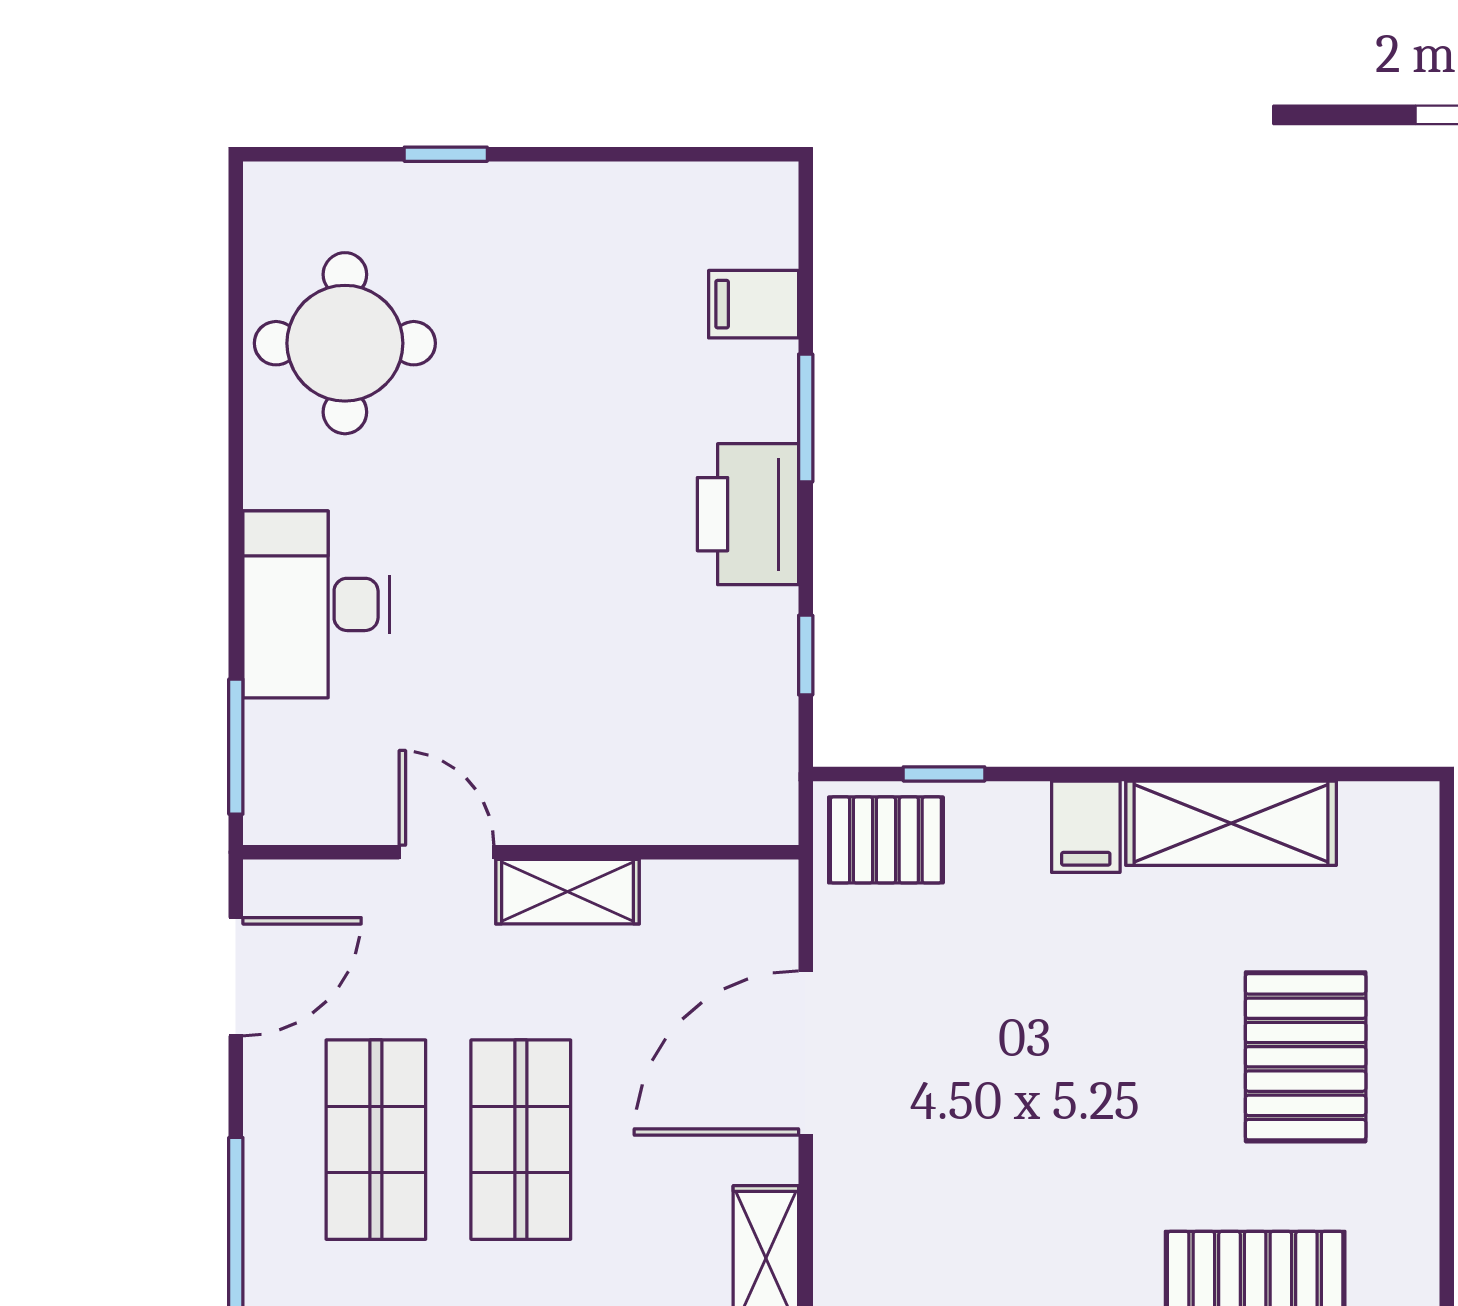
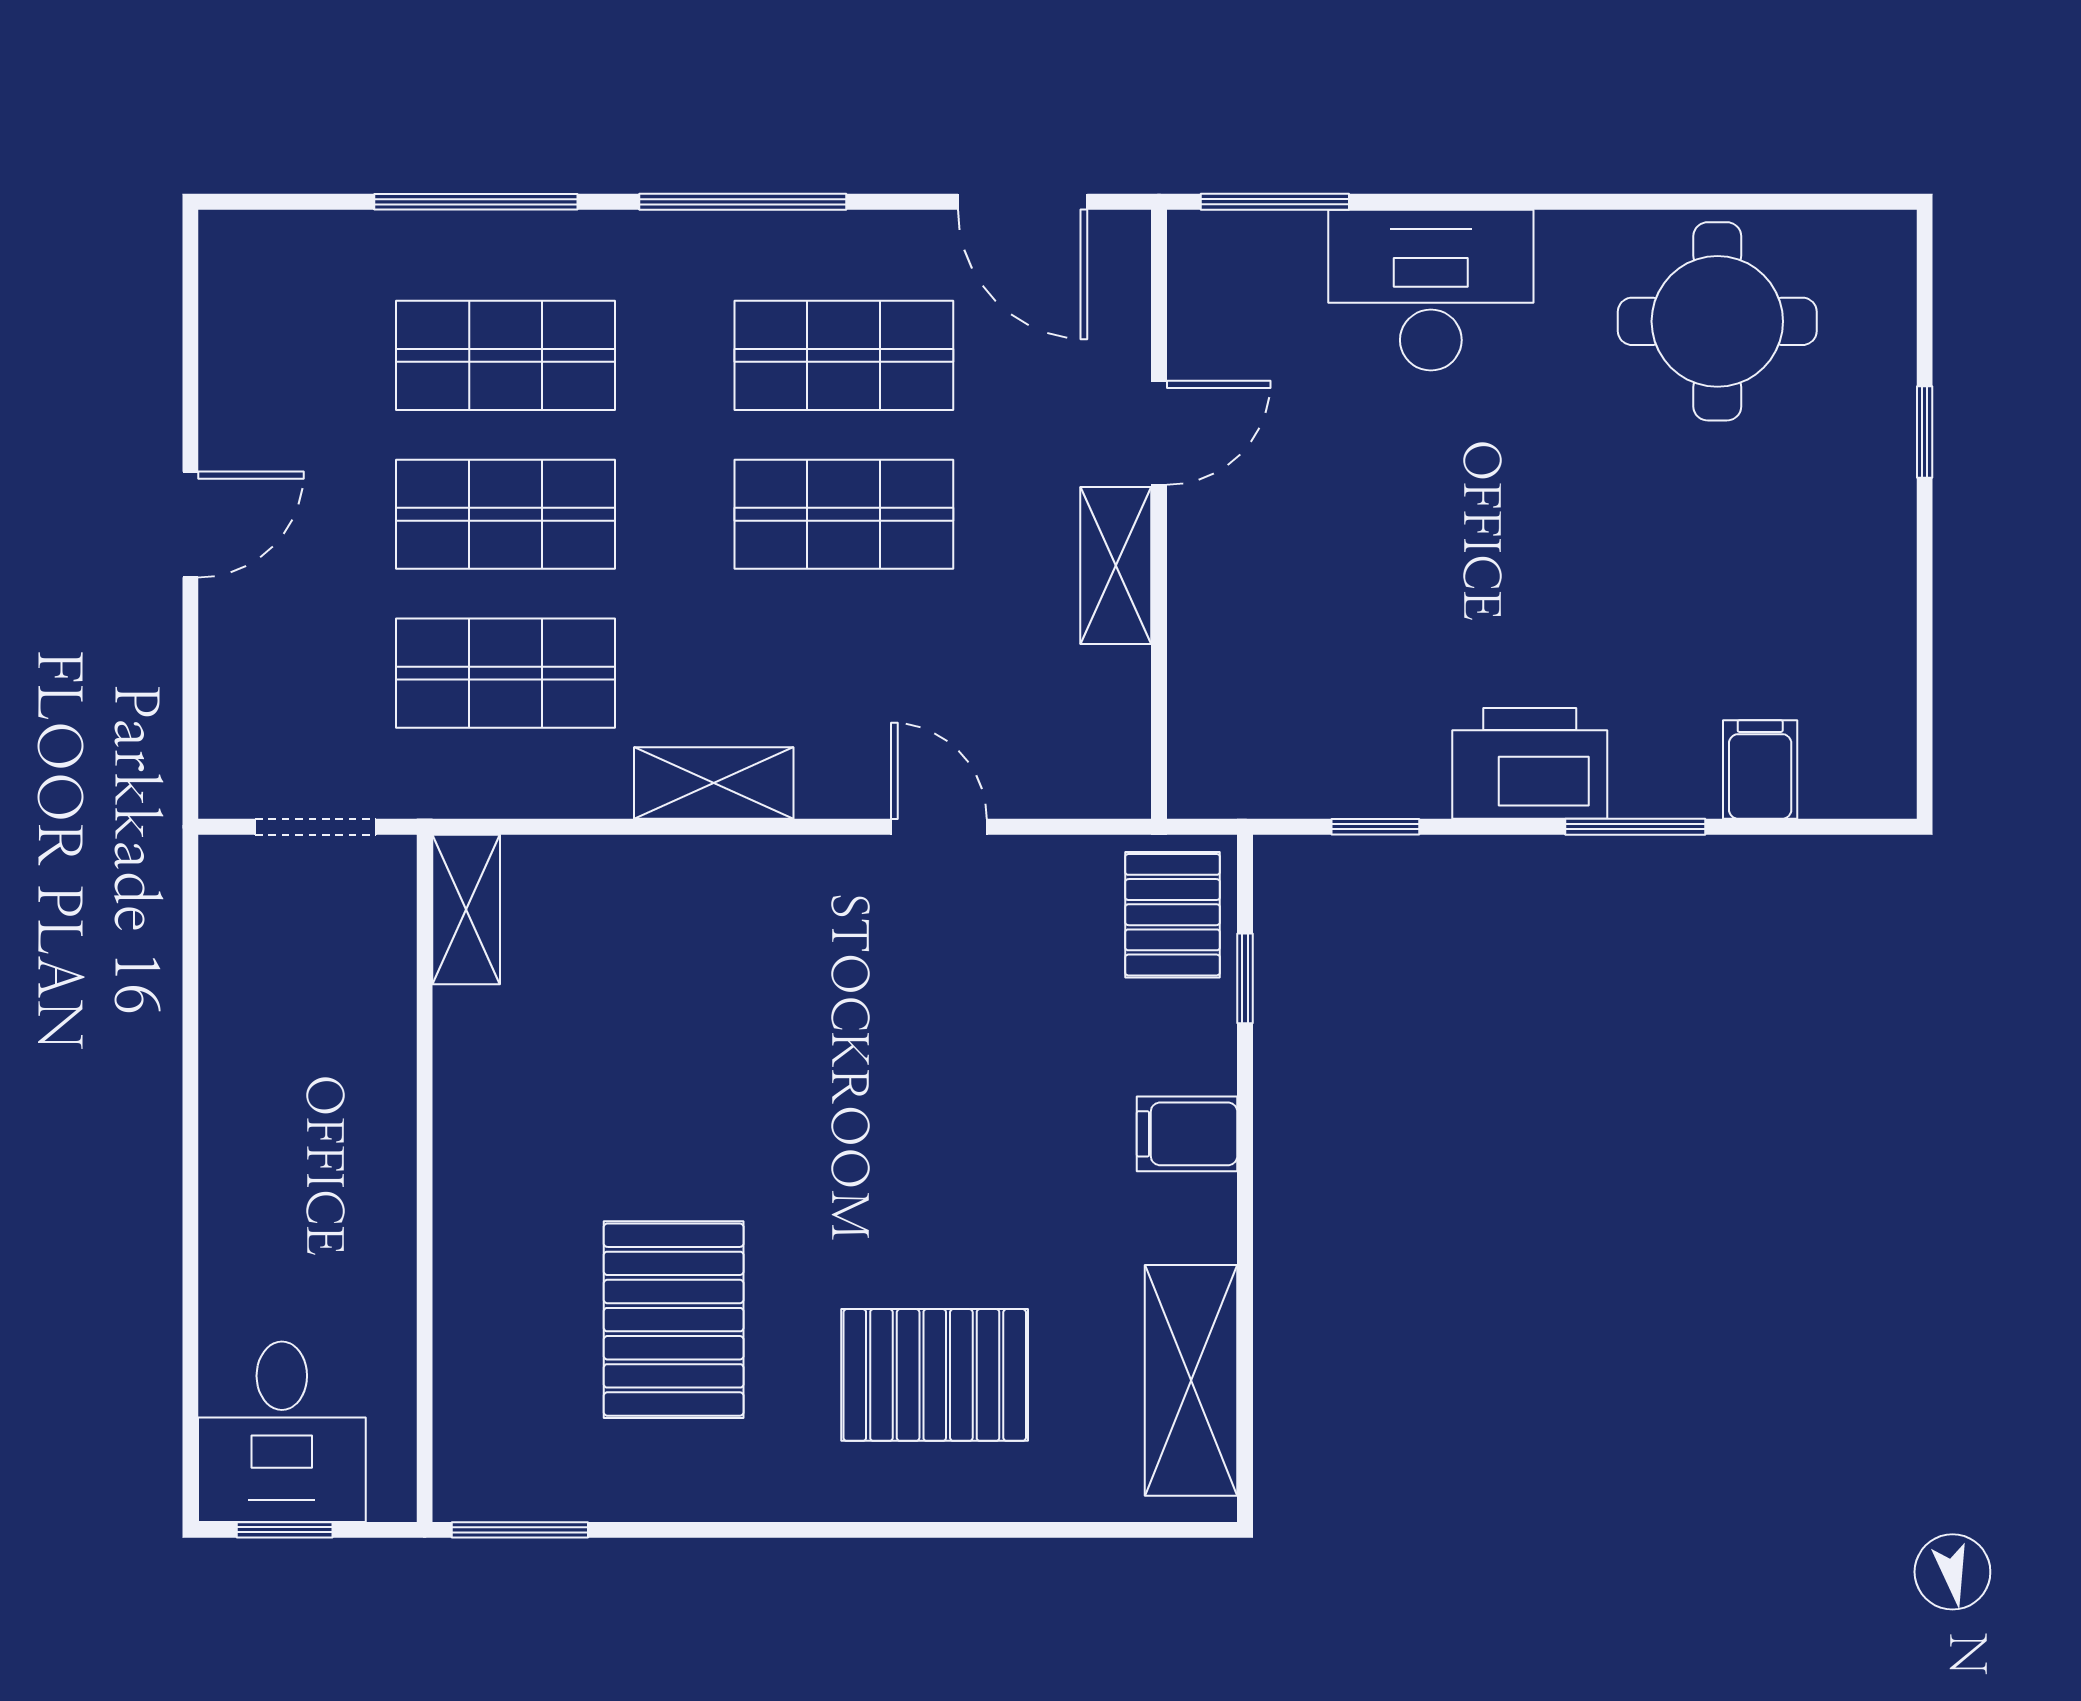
shelving: (1231, 823) -> (1191, 1380), moved
door: (806, 1053) -> (939, 827), width x0.53

